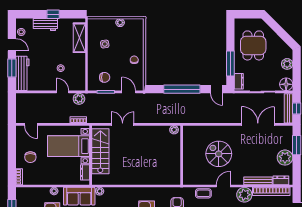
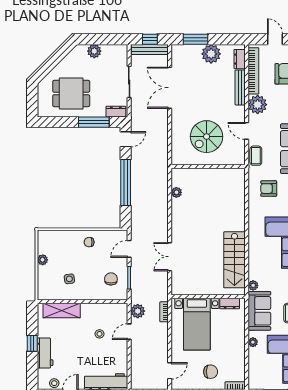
floor lamp: (286, 84) -> (120, 52), removed
stairs: (100, 151) -> (234, 260), moved, turned -90
wall: (182, 155) -> (208, 167), moved

